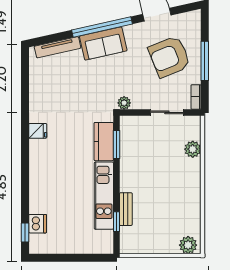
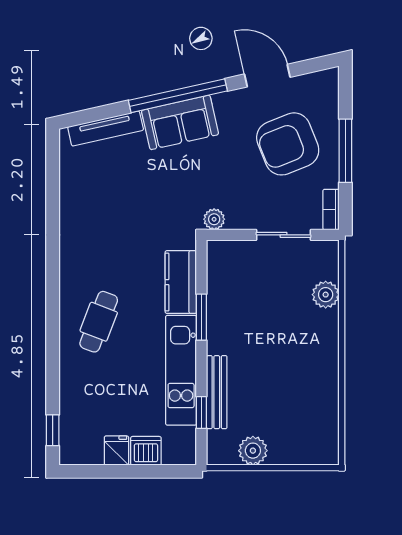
fridge: (38, 131) -> (116, 451), moved, turned -90
window: (116, 144) -> (201, 317), moved
cafe table: (53, 166) -> (99, 322), added
bench: (126, 209) -> (217, 392), width x1.36
dishwasher: (38, 224) -> (146, 451), moved, turned -90
plant: (188, 245) -> (253, 451), moved

